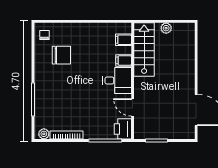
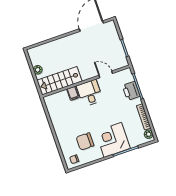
filing cabinet: (123, 40) -> (57, 99), removed
chair: (61, 55) -> (85, 141), turned -90
corner desk: (52, 89) -> (113, 140), added
door: (133, 107) -> (106, 74), swing flipped
printer: (123, 129) -> (131, 91), moved, turned 90

